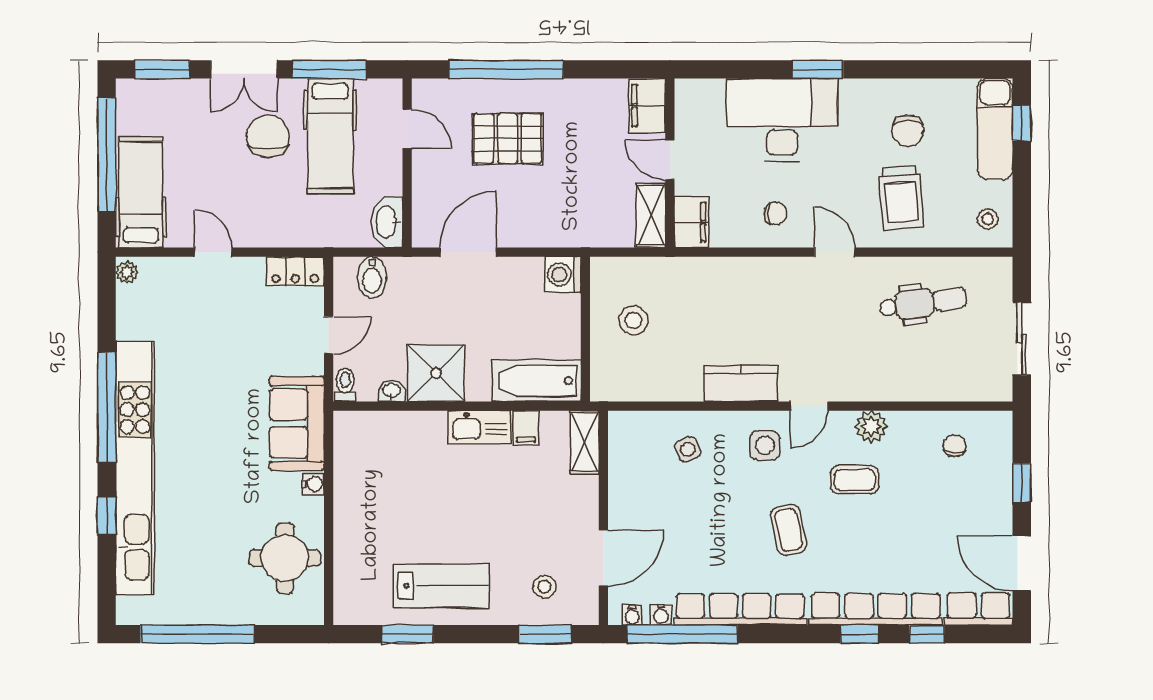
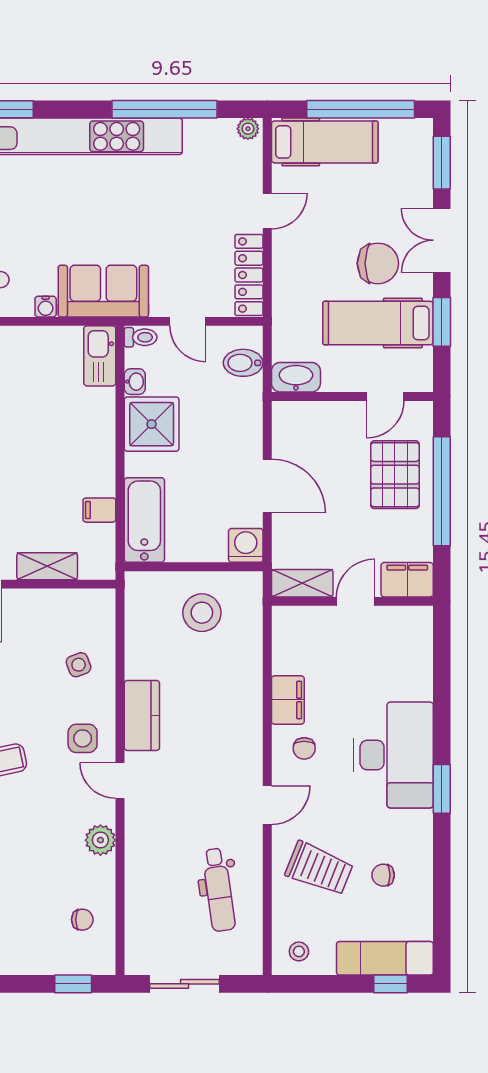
window: (329, 69) -> (442, 322), width x0.69
filing cabinet: (647, 106) -> (407, 580), moved
chair: (908, 131) -> (383, 875), width x0.73, depth x0.73
pallet: (508, 139) -> (395, 475), moved
door: (670, 160) -> (356, 601), moved
wall: (670, 163) -> (352, 601), moved
trolley: (901, 198) -> (319, 869), turned -153
shelving: (651, 215) -> (302, 583), moved
filing cabinet: (691, 222) -> (288, 700), moved, turned -90
door: (468, 252) -> (267, 486), moved
locker: (295, 271) -> (249, 275), width x1.53
stool: (633, 320) -> (202, 613), width x1.38, depth x1.38
window: (107, 408) -> (164, 109), moved
kitchen sink: (479, 427) -> (100, 356), moved
shelving: (585, 442) -> (47, 566), moved
coffee table: (855, 480) -> (50, 824), removed
window: (1022, 483) -> (73, 984), moved

